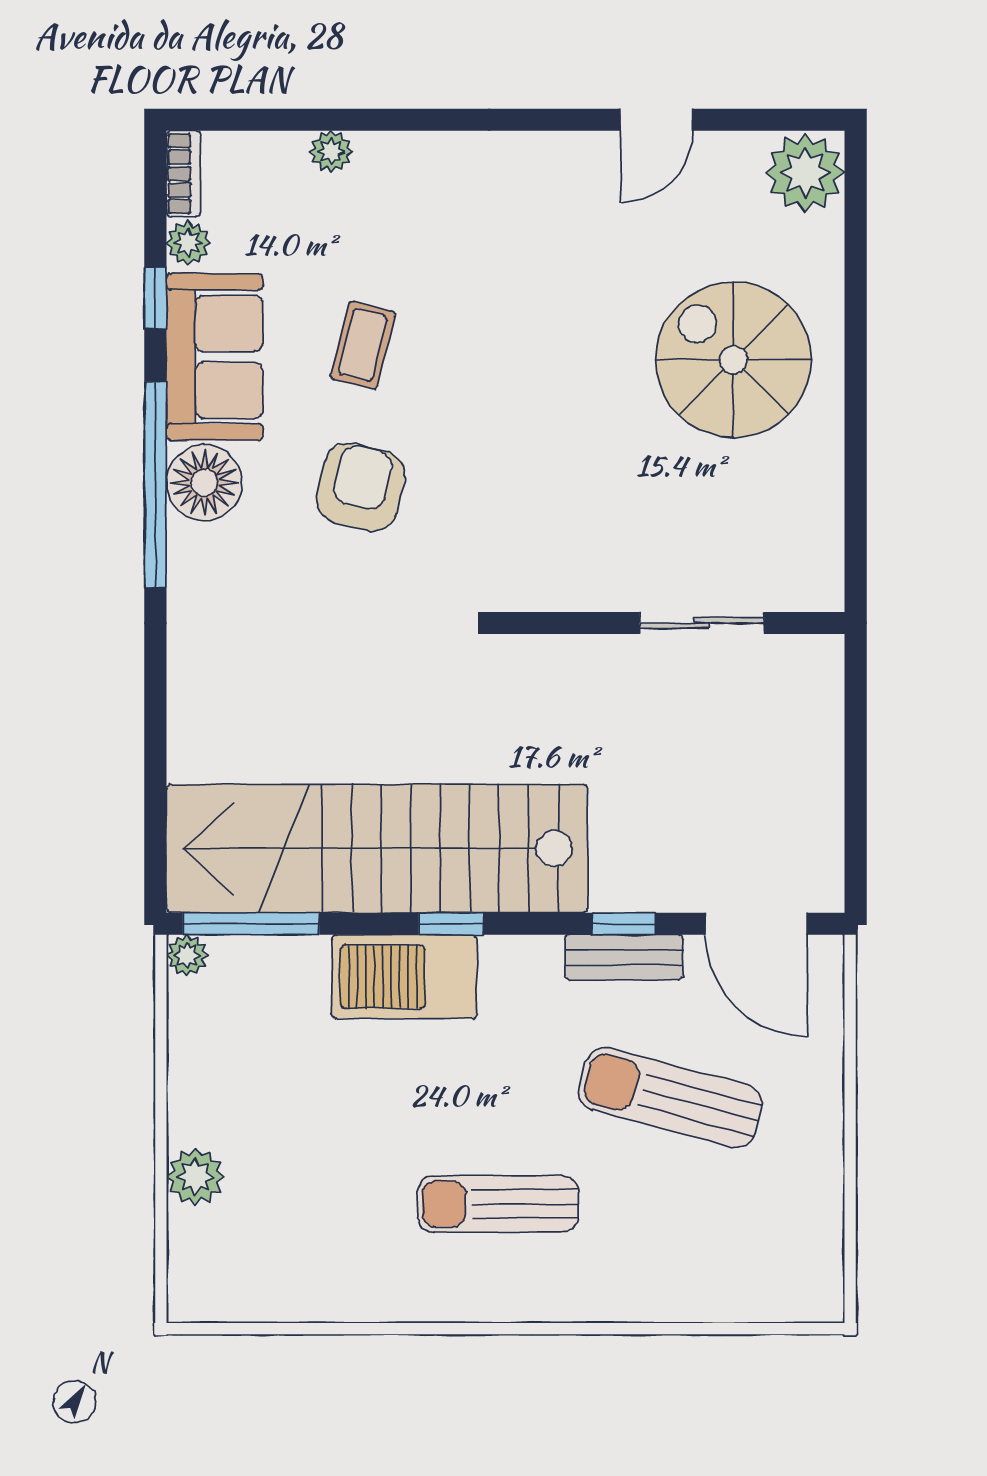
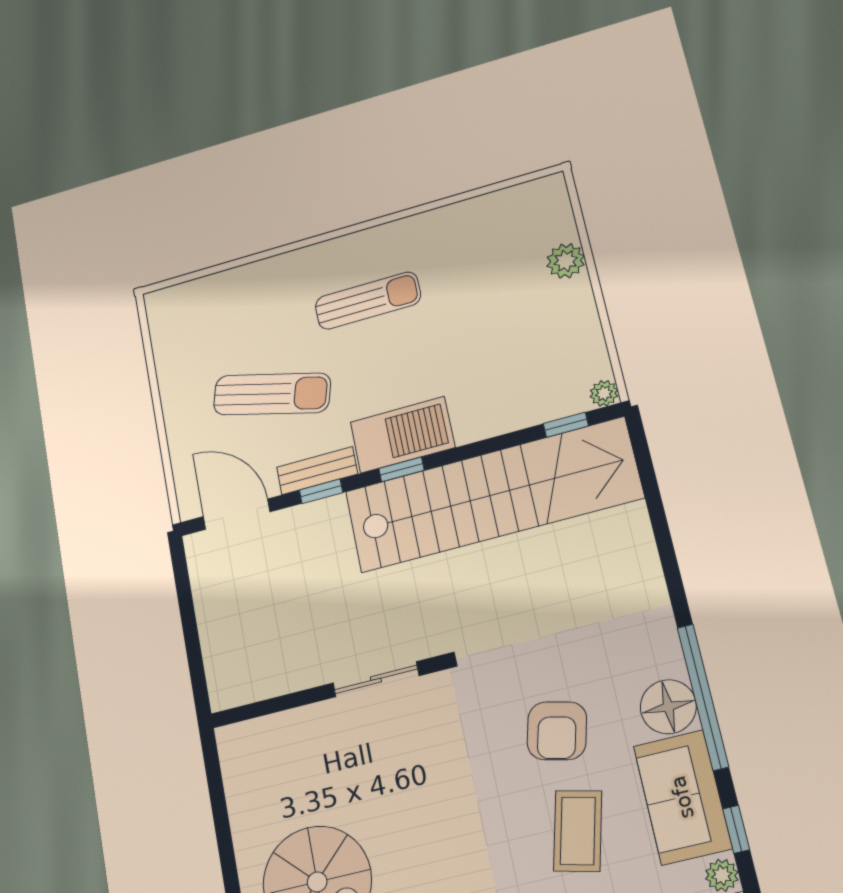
coffee table: (363, 345) -> (578, 831), width x1.36, depth x1.30
sliding door: (702, 623) -> (376, 679), moved
window: (251, 924) -> (566, 425), width x0.46
window: (451, 924) -> (401, 469), moved
barbecue: (405, 977) -> (402, 435), moved

